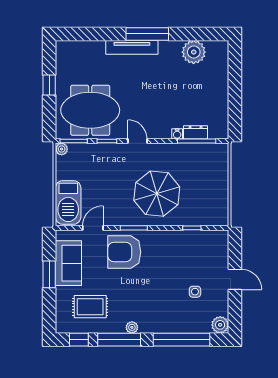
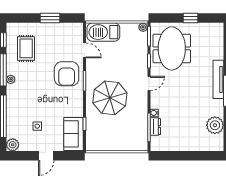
armchair: (124, 252) -> (67, 74), turned 180
sofa: (68, 263) -> (73, 134), moved, turned 90

